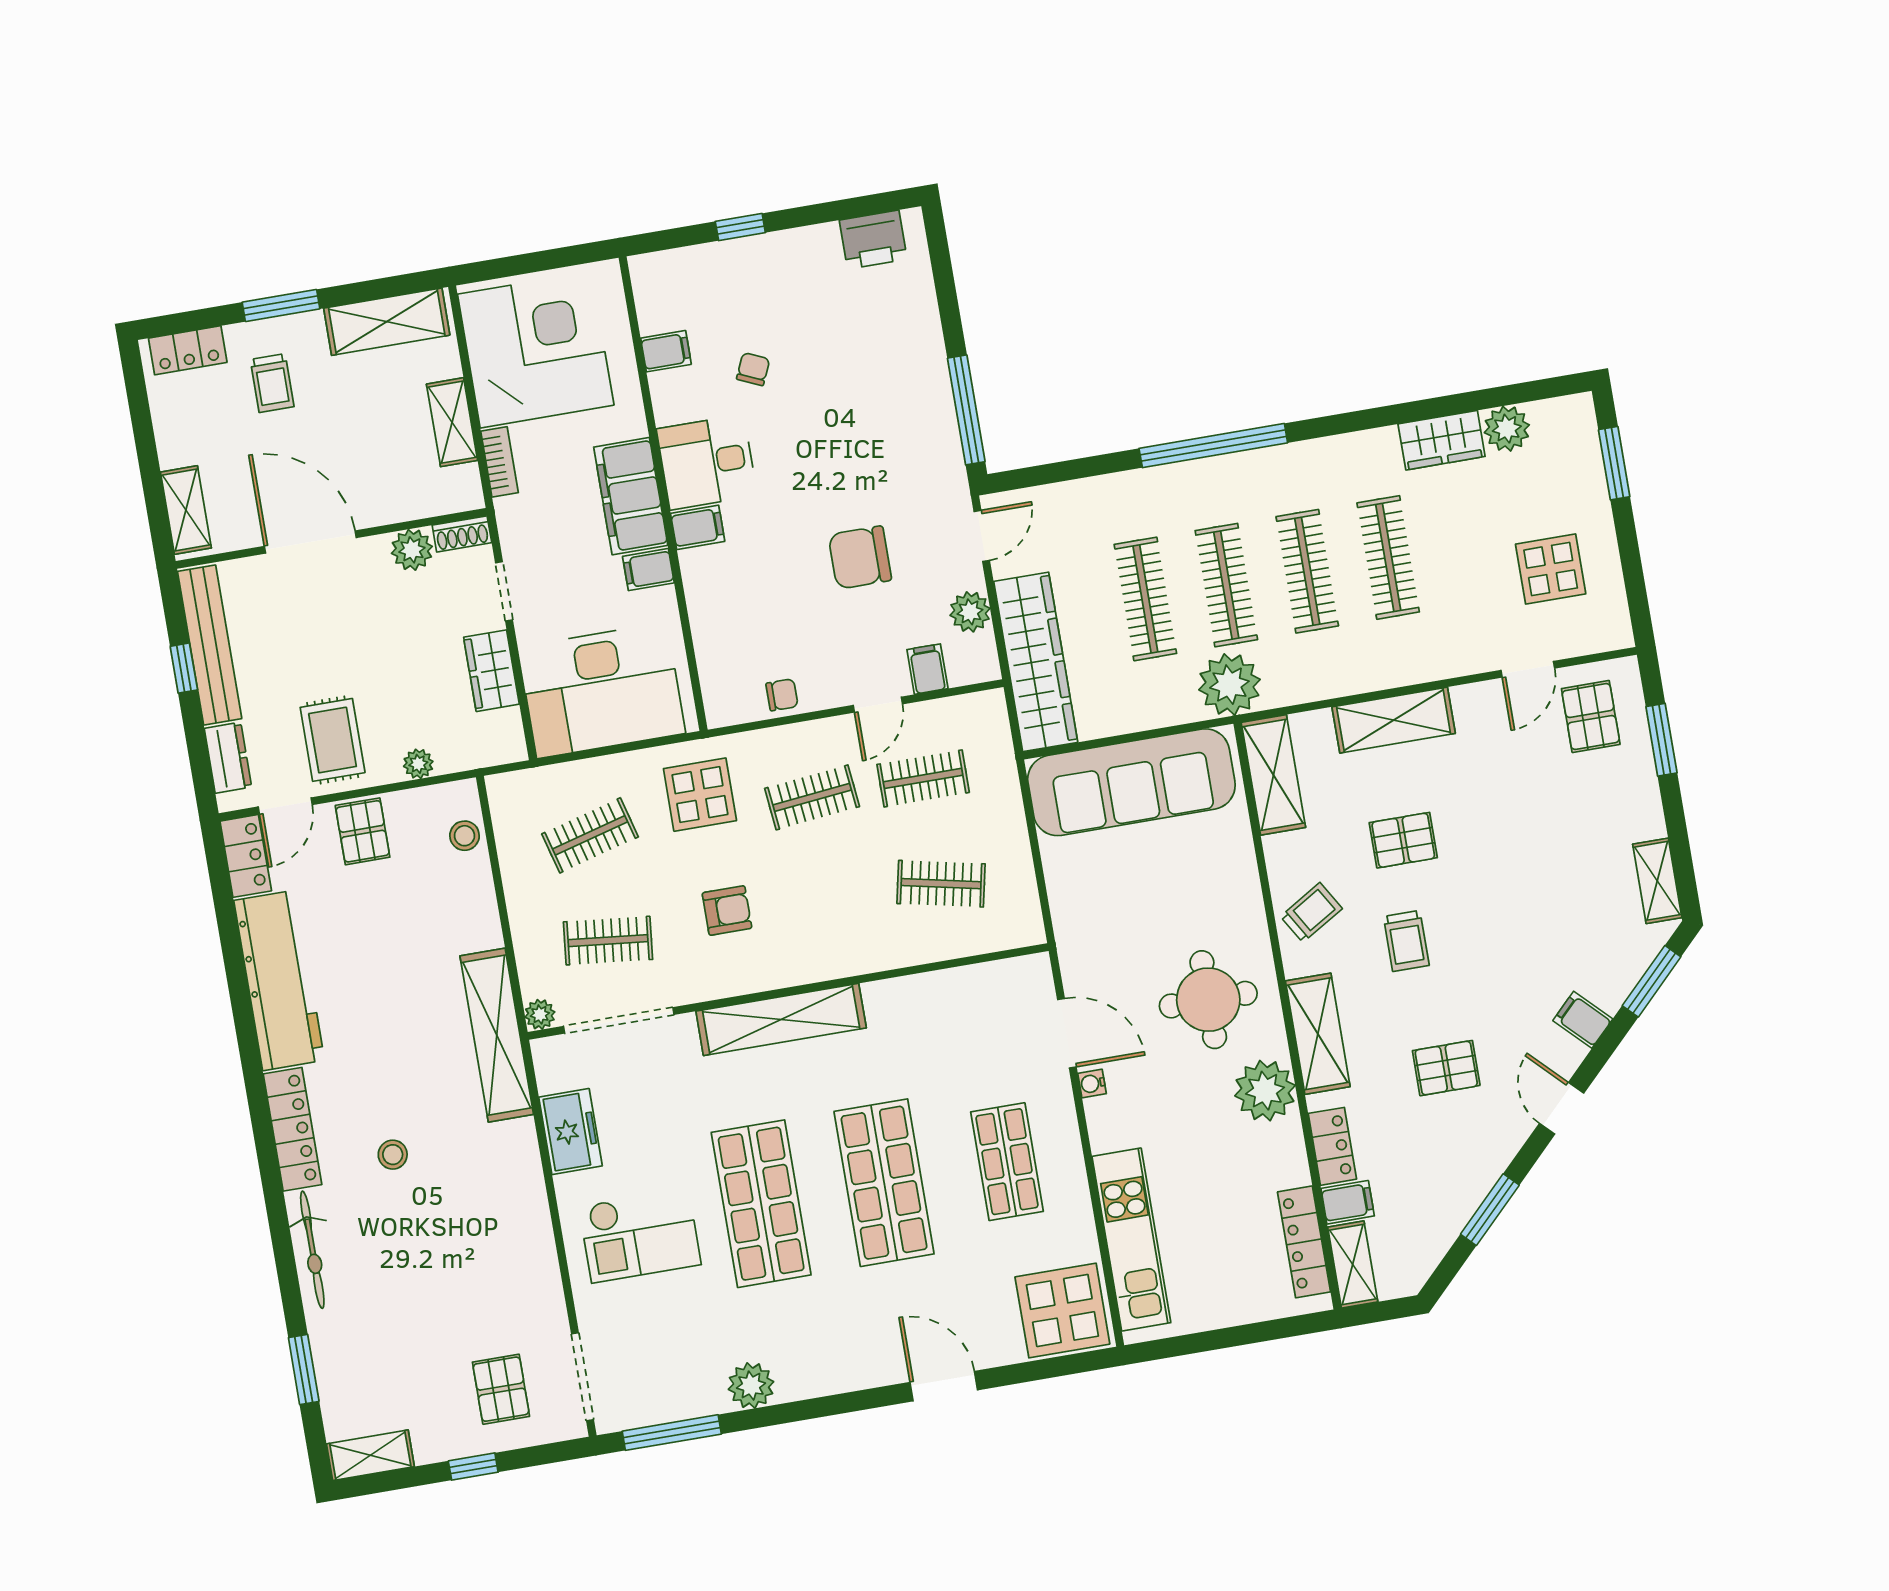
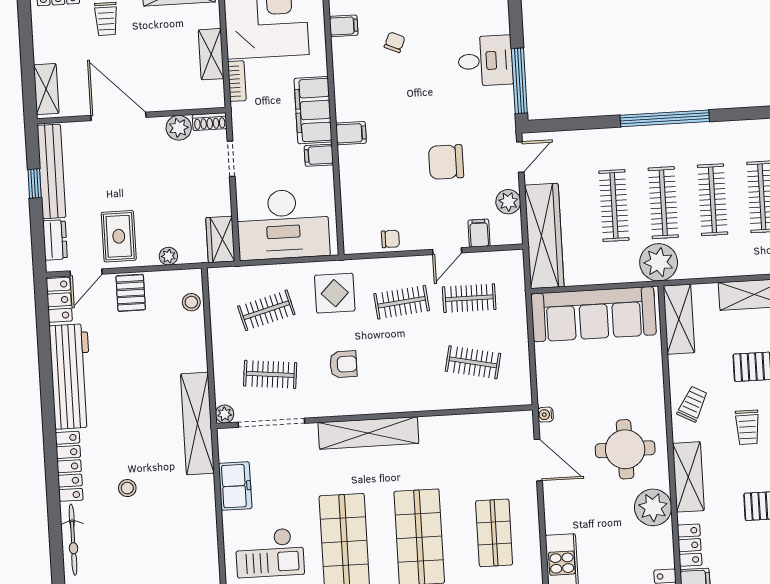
desk: (707, 462) -> (485, 61), moved, turned 180
wardrobe: (491, 671) -> (220, 239), moved
trolley: (1311, 912) -> (693, 404), turned -31
water cooler: (1092, 1084) -> (545, 415), moved

